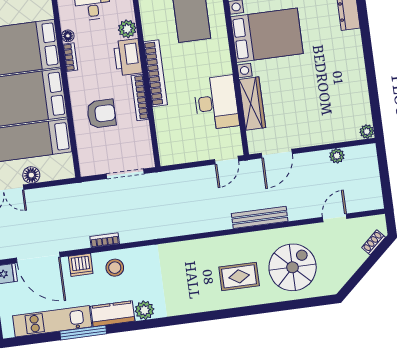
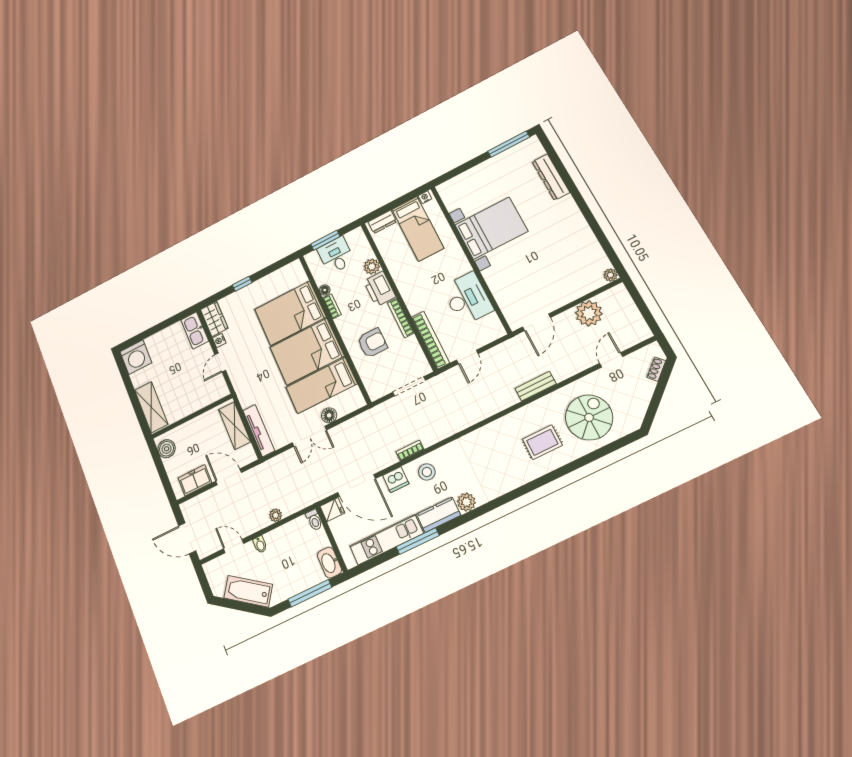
bookcase: (155, 73) -> (431, 340), moved
wardrobe: (252, 103) -> (499, 288), removed
plant: (337, 156) -> (589, 313), width x1.88, depth x1.88
door: (227, 160) -> (467, 357), moved
bench: (260, 217) -> (536, 386), width x0.73

